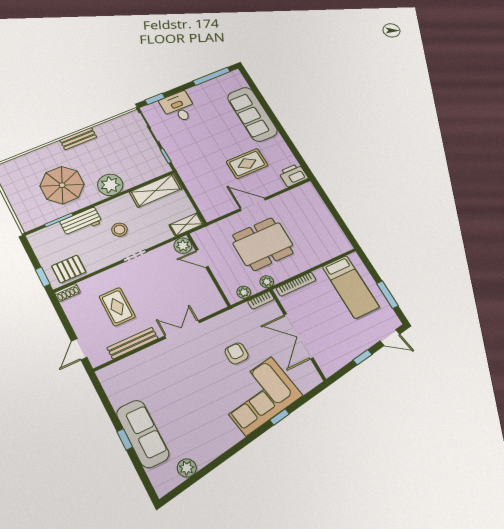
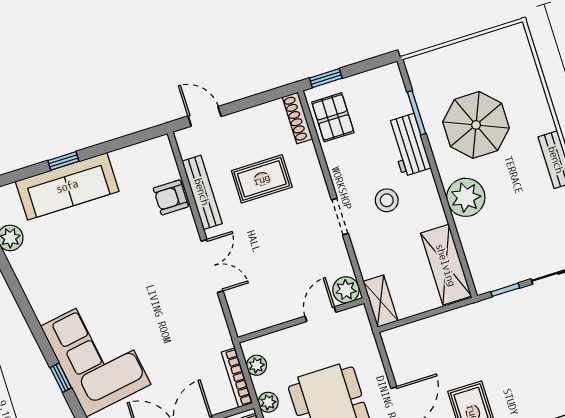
shoe rack: (68, 293) -> (297, 118), width x1.43
bookcase: (261, 300) -> (237, 378), width x1.56
armchair: (237, 353) -> (171, 197), moved, turned 180

